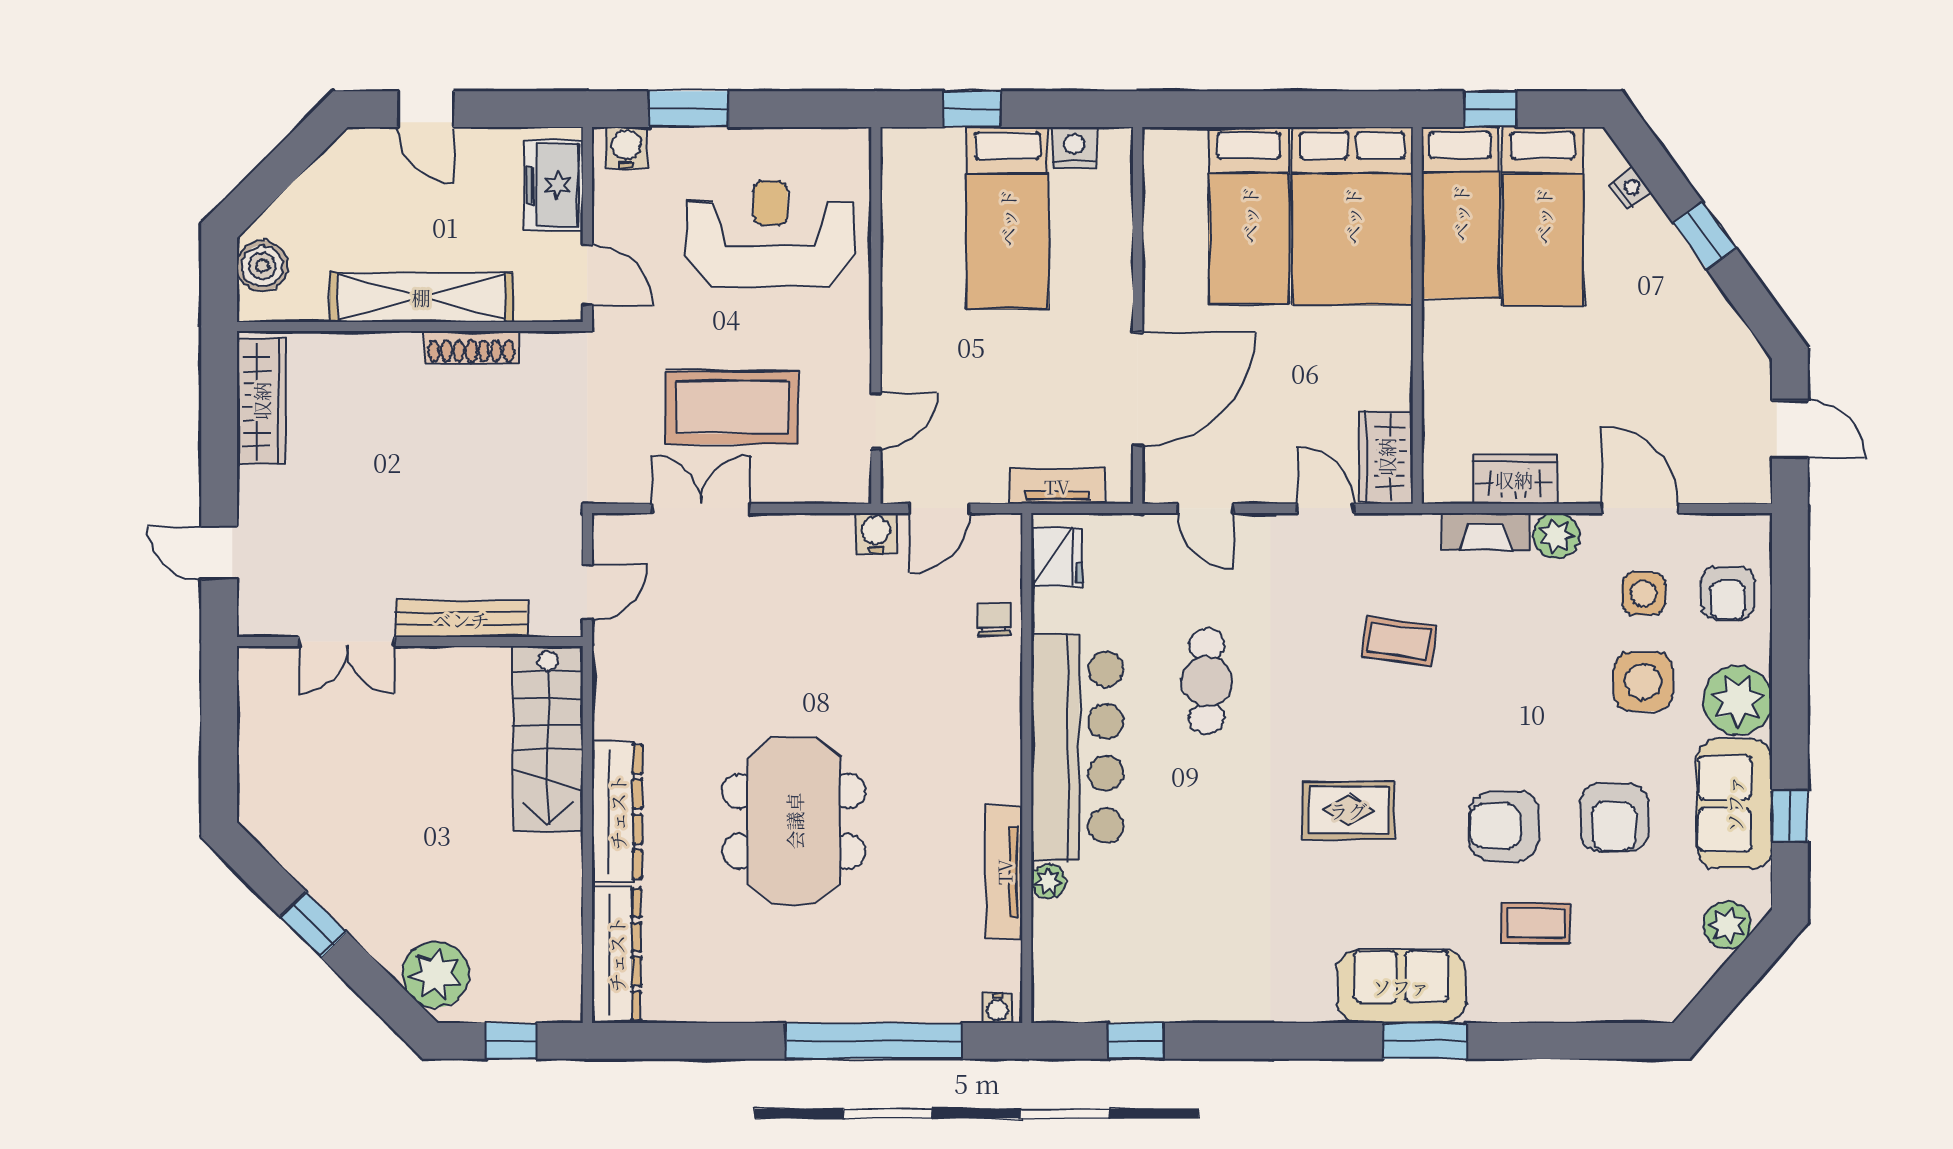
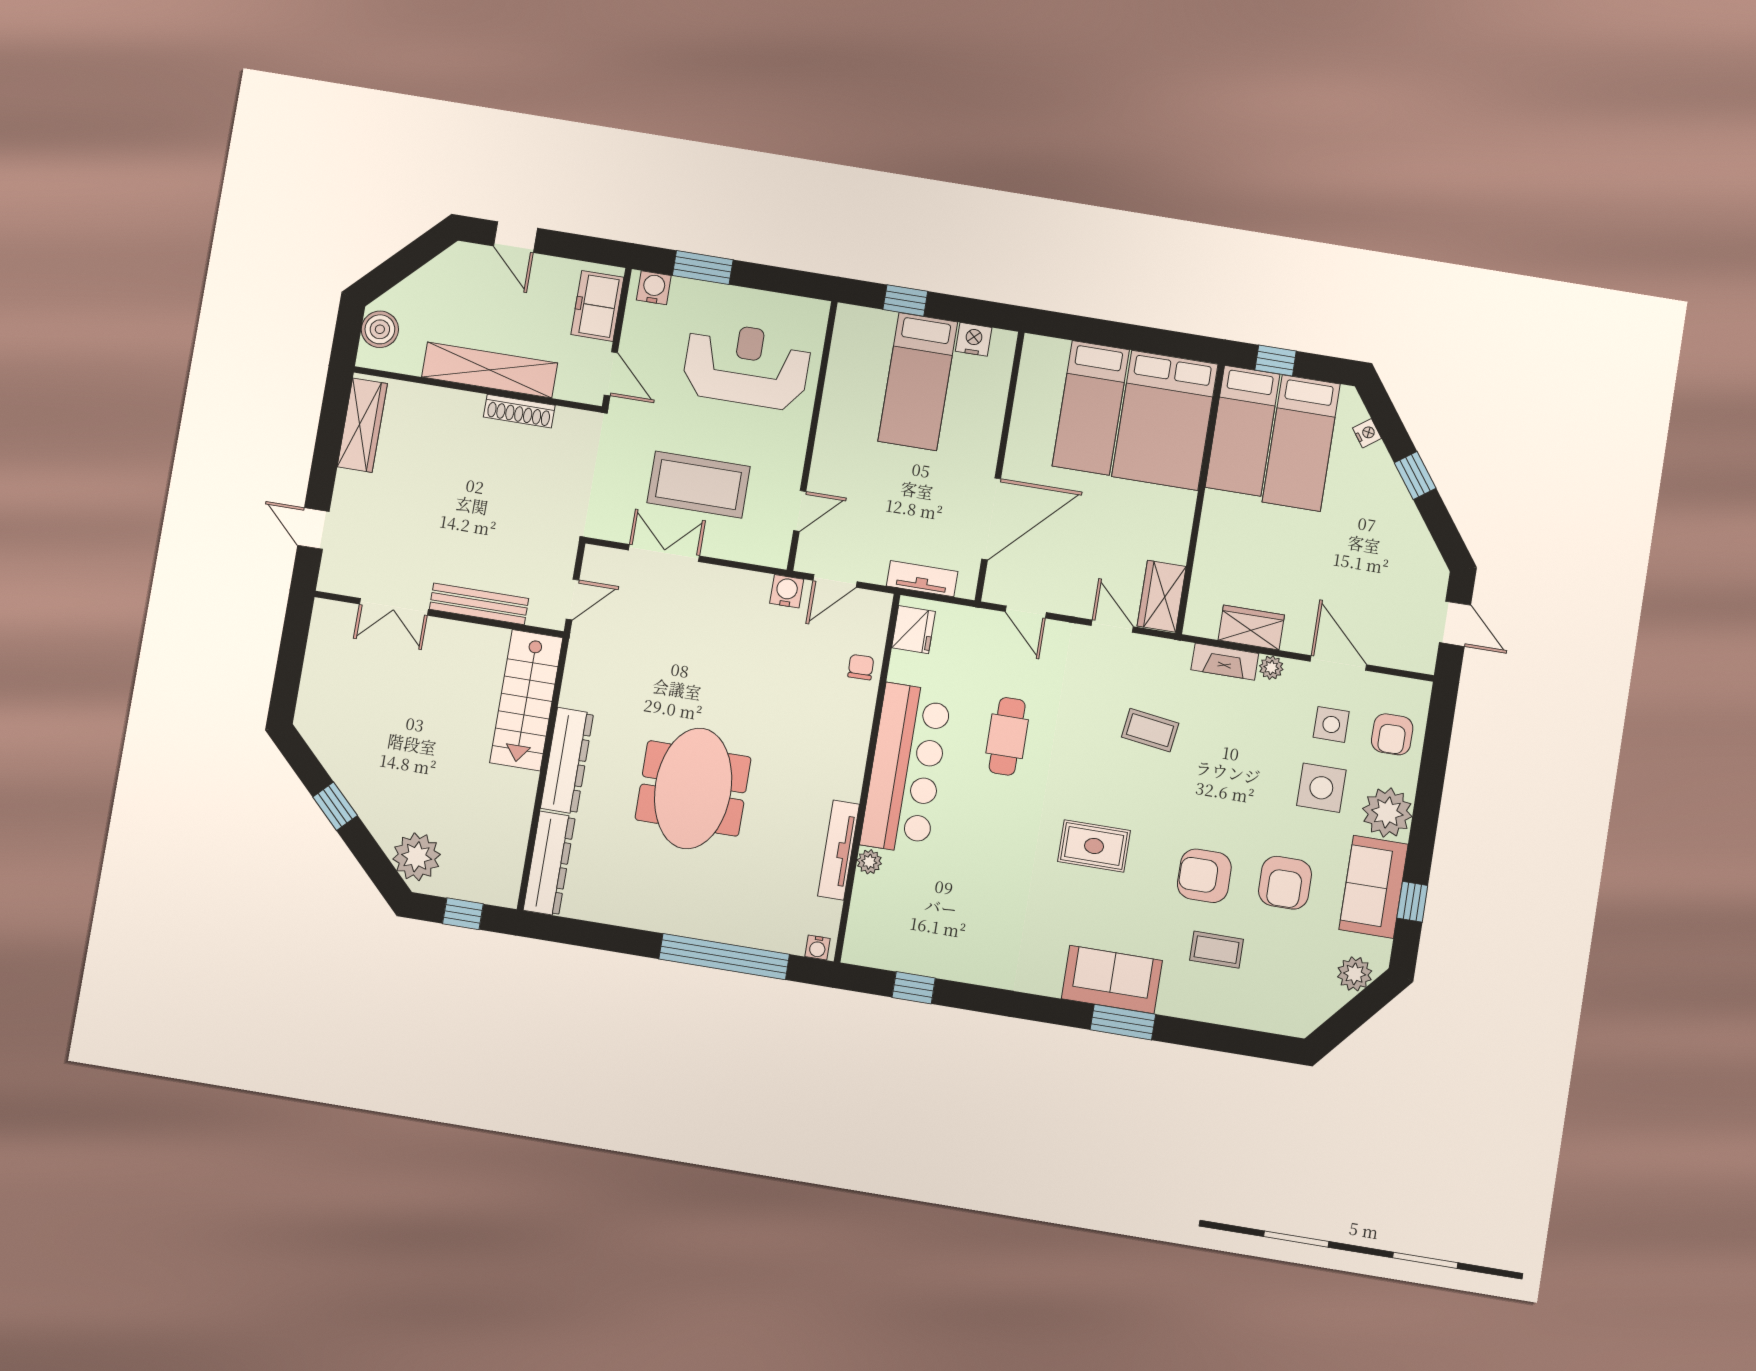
plant: (1556, 536) -> (1271, 668), width x0.73, depth x0.73

